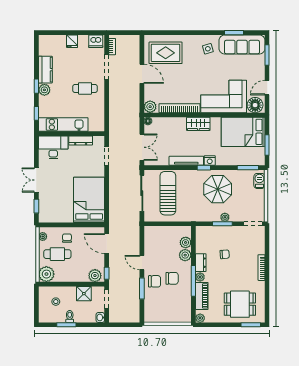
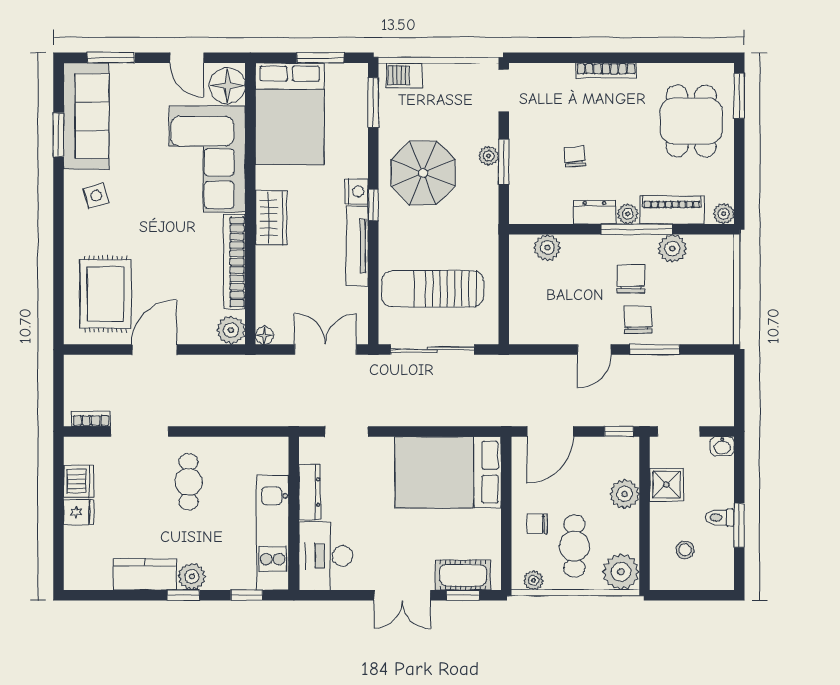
dishwasher: (96, 41) -> (79, 481), moved
cot: (45, 206) -> (463, 575), added
plant: (185, 255) -> (672, 249), moved
plant: (95, 276) -> (625, 494), moved

